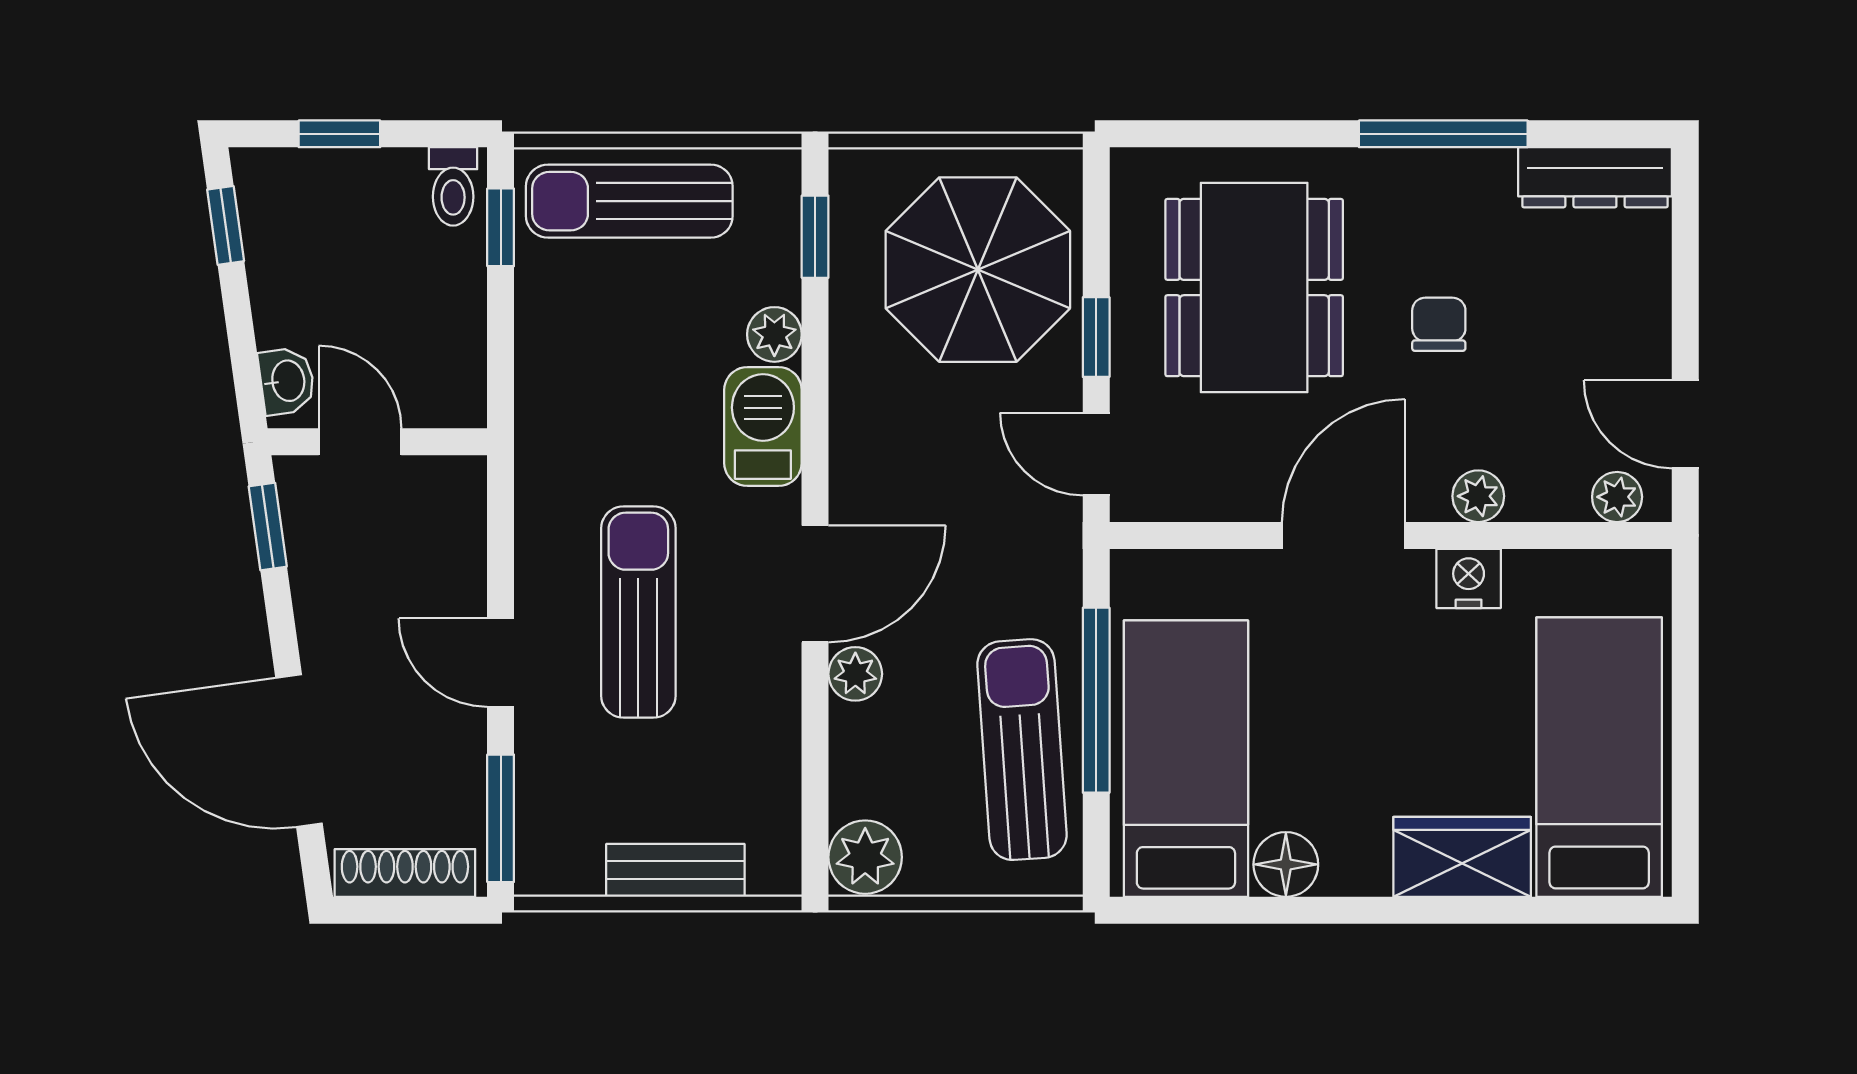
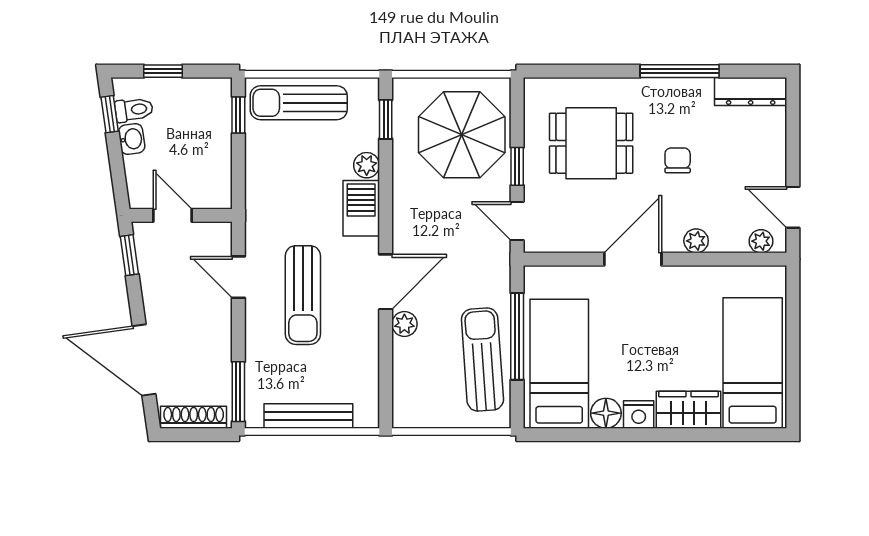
toilet: (453, 186) -> (134, 110), moved, turned -98
dining table: (1254, 288) -> (591, 143), width x0.73
washbasin: (287, 381) -> (132, 139), moved
nightstand: (1469, 578) -> (639, 415), moved, turned 180
sun lounger: (638, 612) -> (303, 295), turned 180
door: (501, 663) -> (238, 277), moved
plant: (865, 857) -> (409, 410), removed
bench: (675, 870) -> (308, 416), width x1.36

